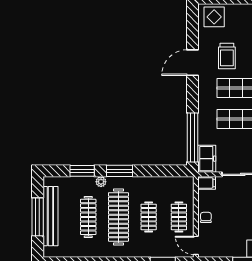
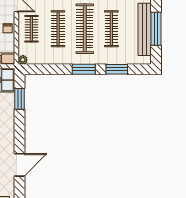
window: (193, 137) -> (19, 99), width x0.47
plant: (101, 182) -> (23, 60), moved
clothes rail: (149, 217) -> (58, 29), width x1.36

